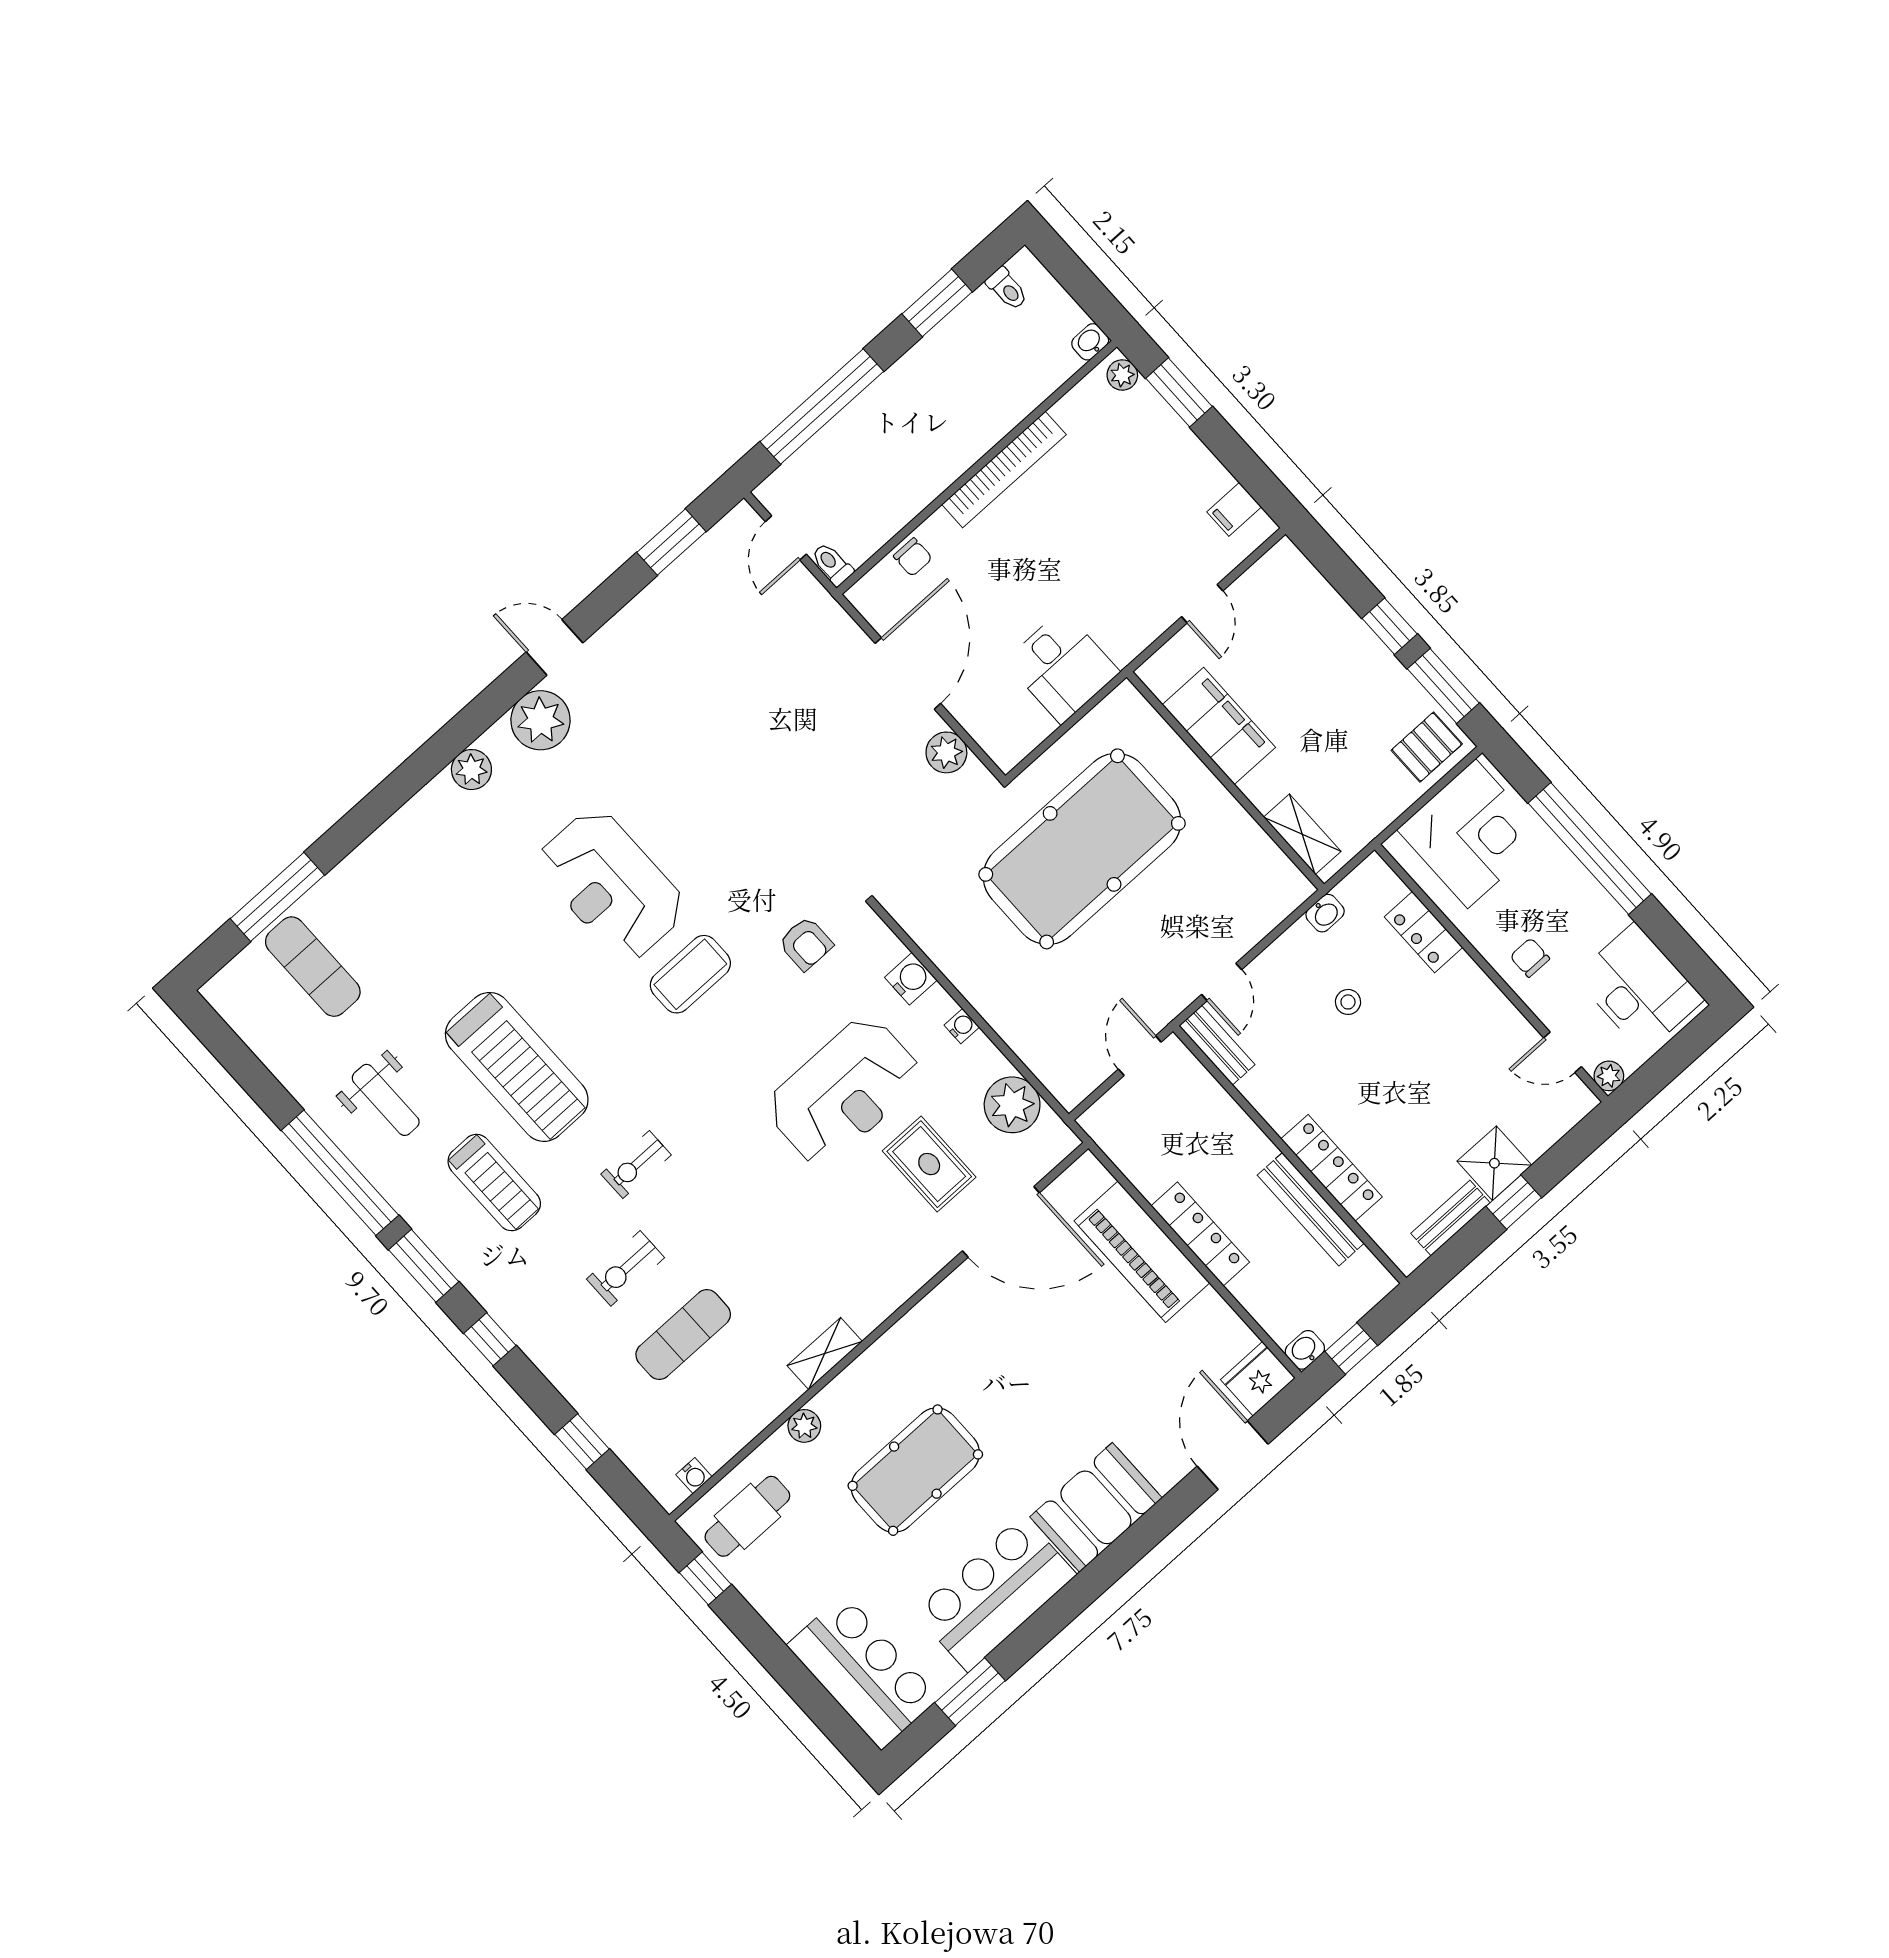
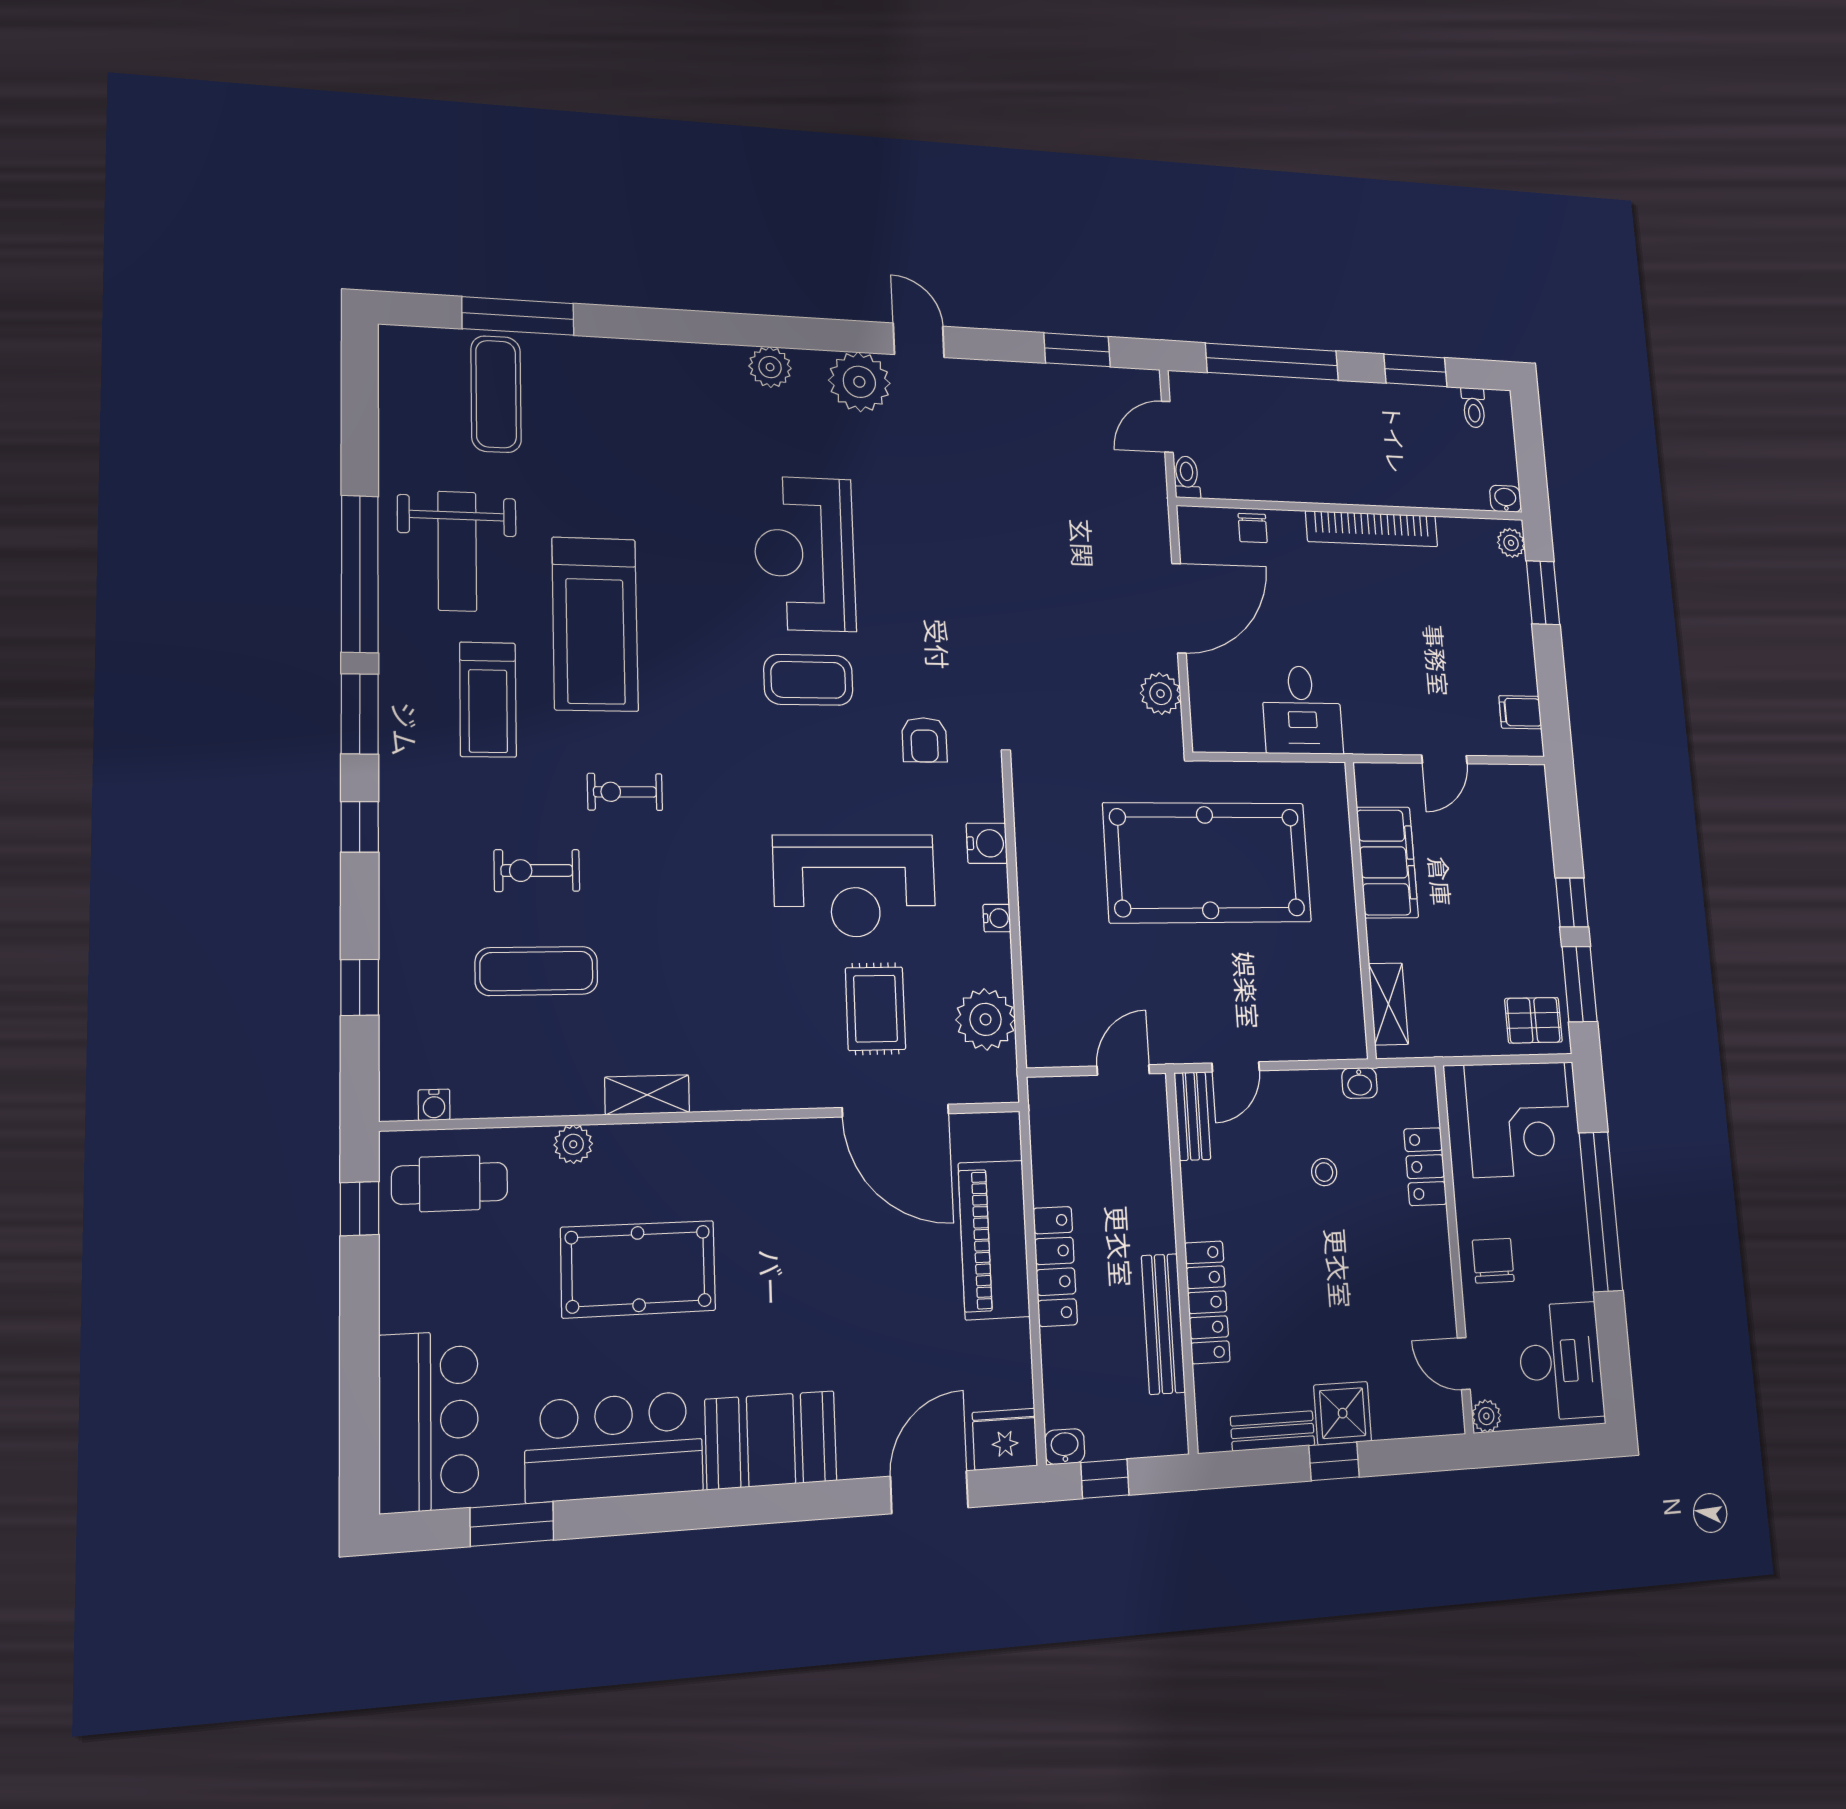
chair: (1530, 958) -> (1493, 1261), width x1.37, depth x1.37
weight bench: (386, 1100) -> (457, 551), width x1.36, depth x1.33

